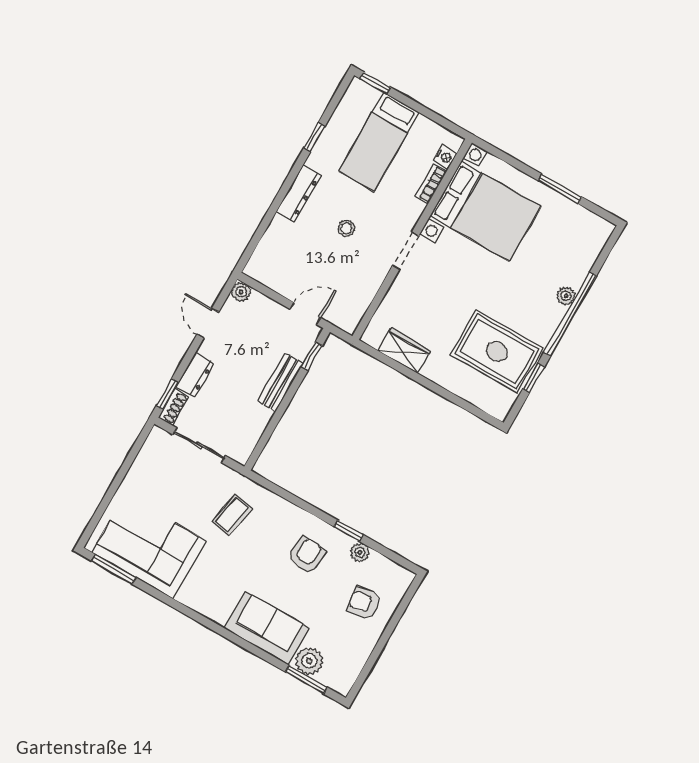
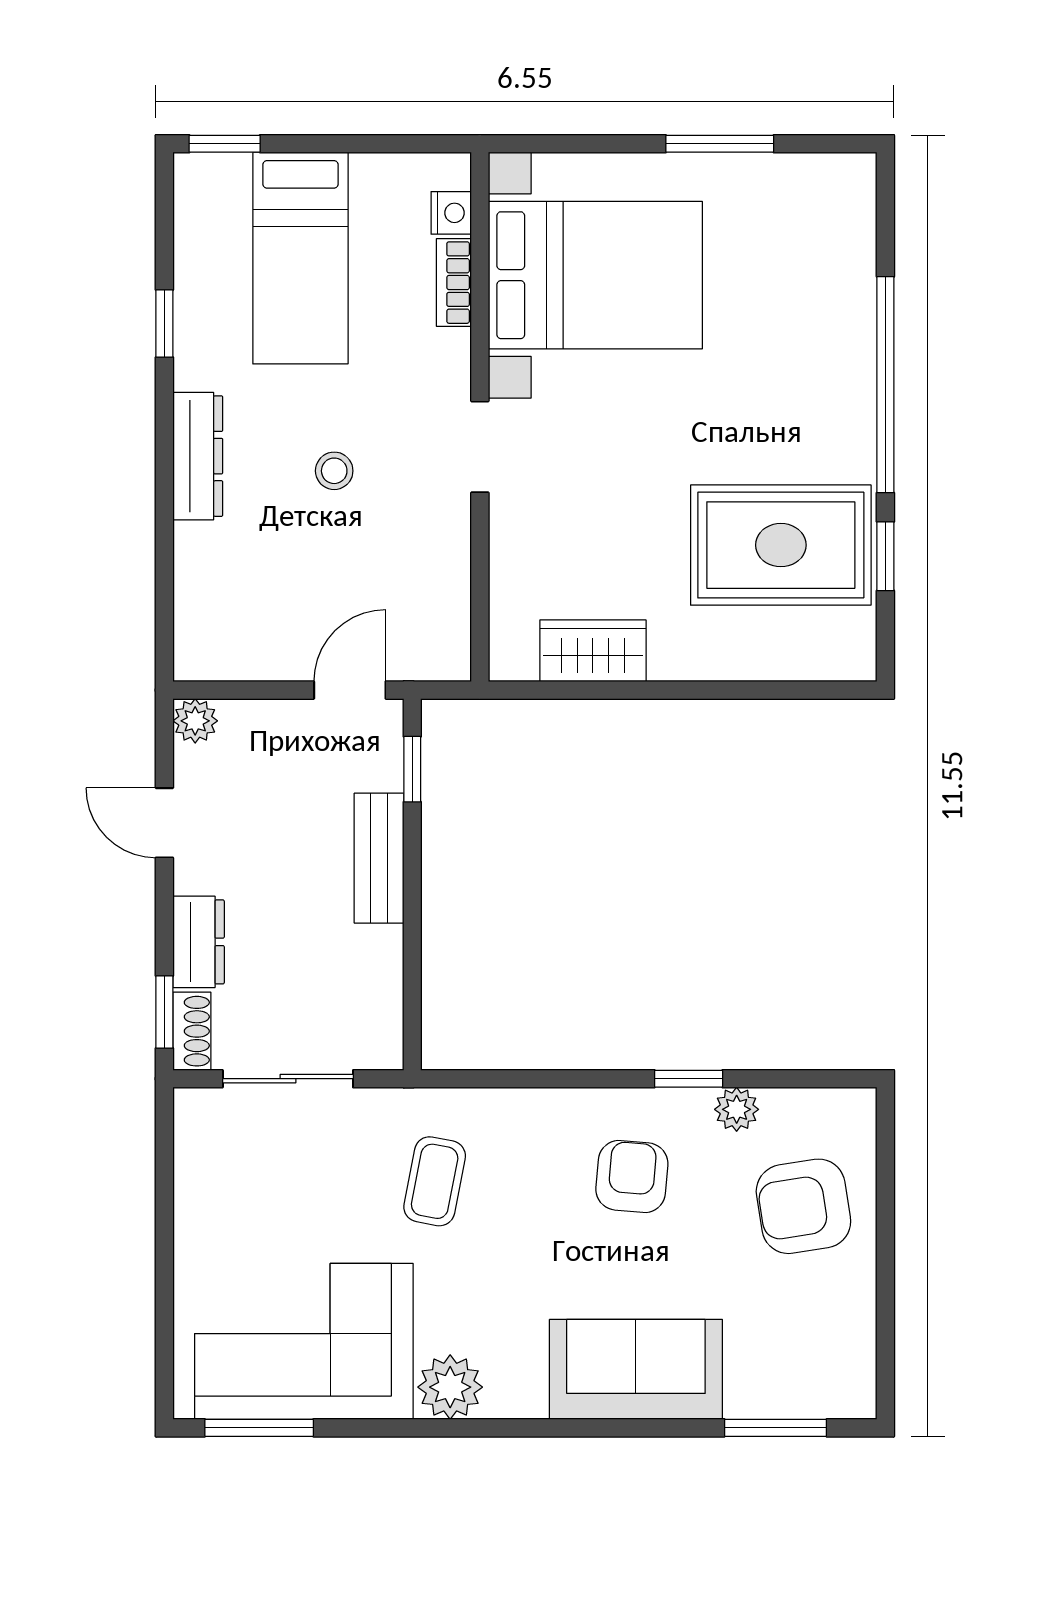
plant: (566, 296) -> (856, 353), removed
armchair: (364, 603) -> (803, 1206), width x1.38, depth x1.38
plant: (309, 661) -> (450, 1387), moved

